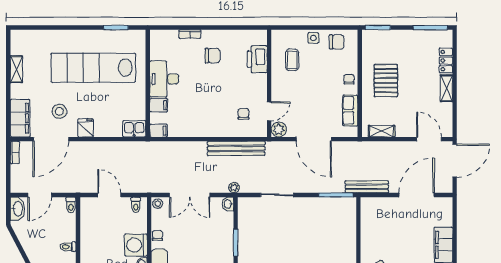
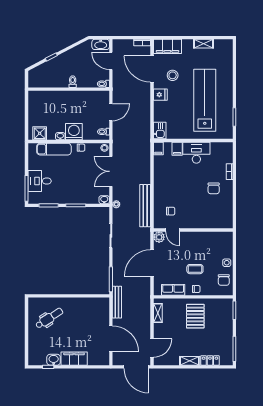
printer: (257, 59) -> (211, 221), removed
coffee table: (292, 60) -> (195, 269), moved
pallet: (386, 81) -> (195, 316), turned 90

